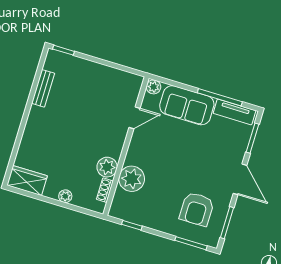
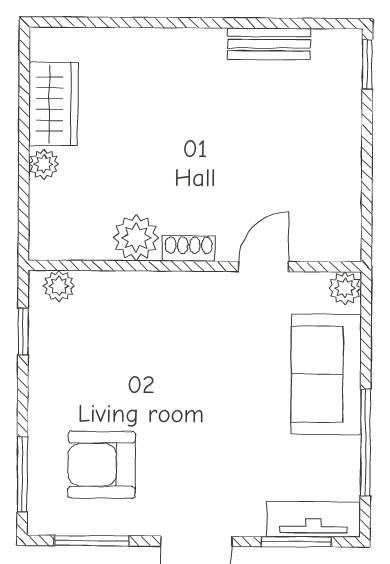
tv unit: (234, 112) -> (314, 519), moved, turned 90
door: (135, 118) -> (264, 266), swing flipped
plant: (132, 179) -> (59, 286), moved, width x0.53, depth x0.53
wardrobe: (27, 181) -> (53, 104), moved
shoe rack: (105, 190) -> (189, 248), moved

